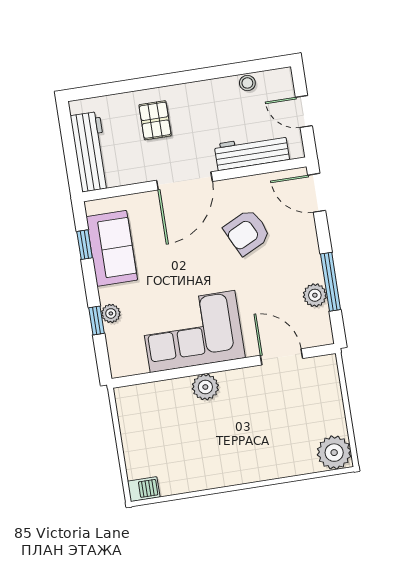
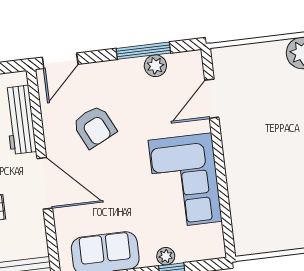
plant: (205, 387) -> (237, 171), removed

